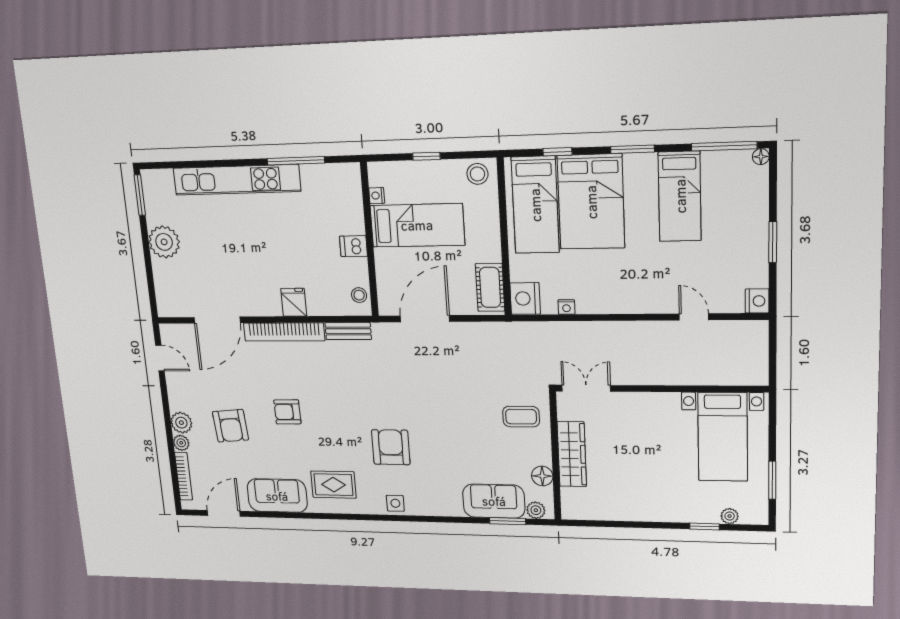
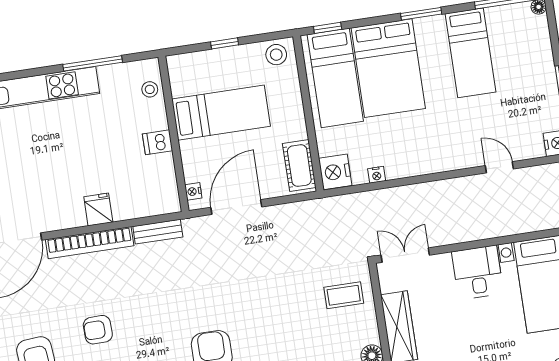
window: (558, 152) -> (328, 28), moved
nightstand: (377, 196) -> (193, 191), moved
stool: (359, 295) -> (150, 89), moved
desk: (657, 415) -> (477, 272), added

